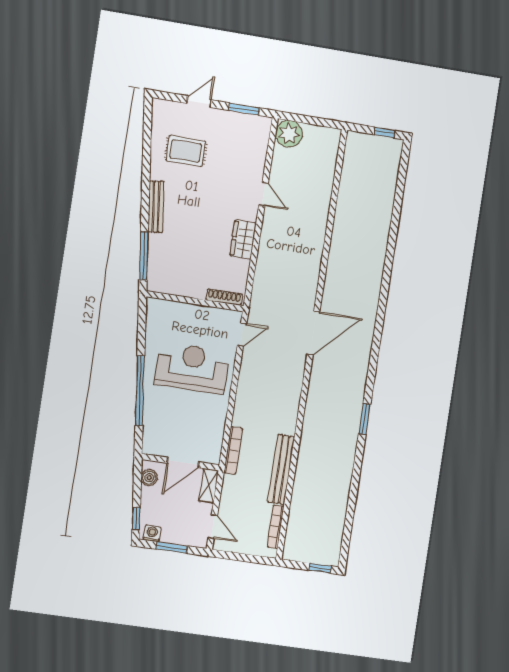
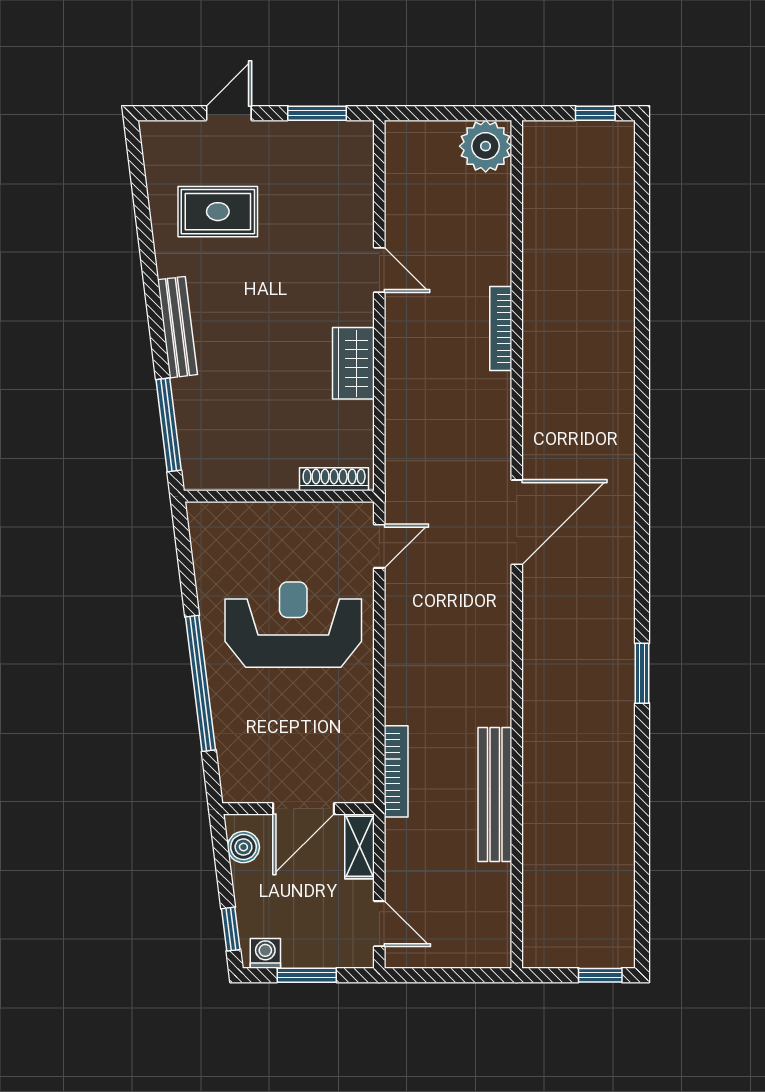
plant: (289, 134) -> (486, 146), moved
bookcase: (276, 527) -> (501, 328), moved

